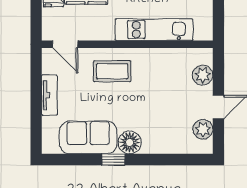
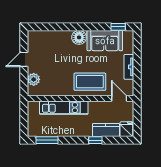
coffee table: (112, 71) -> (90, 82), width x1.36, depth x1.32
plant: (203, 129) -> (34, 46), removed
window: (114, 160) -> (118, 27), moved

